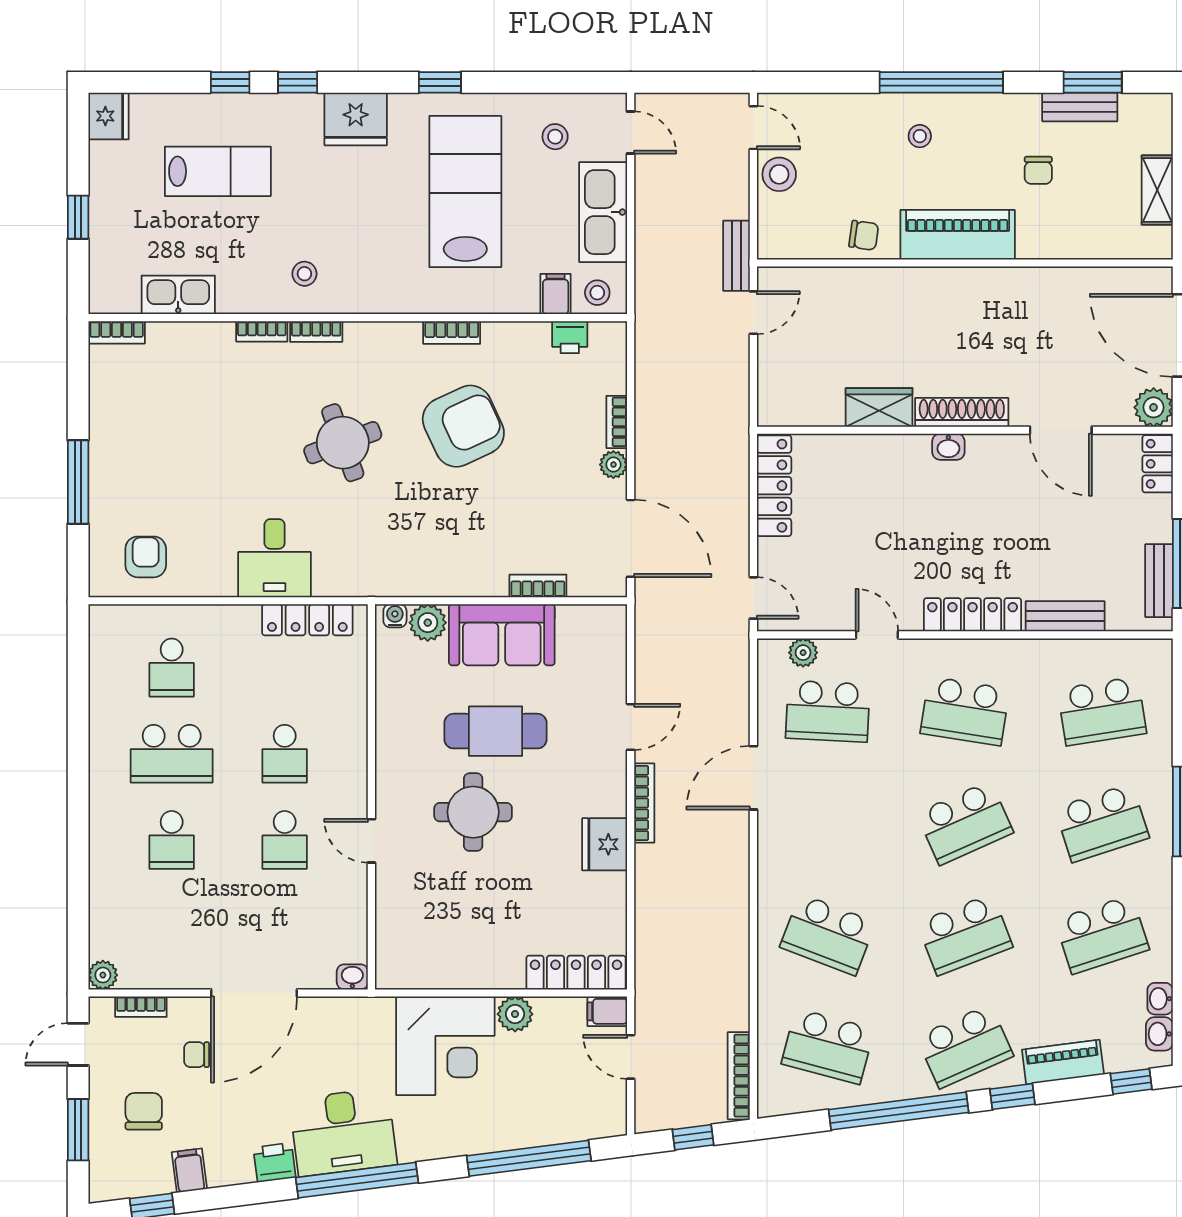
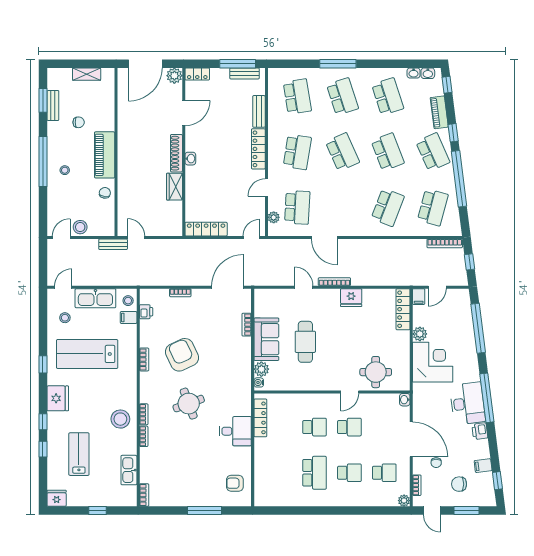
stool: (304, 274) -> (120, 419), width x1.89, depth x1.89
plant: (613, 465) -> (198, 294), removed
school desk: (172, 668) -> (384, 473), moved
round table: (473, 812) -> (376, 372), moved

